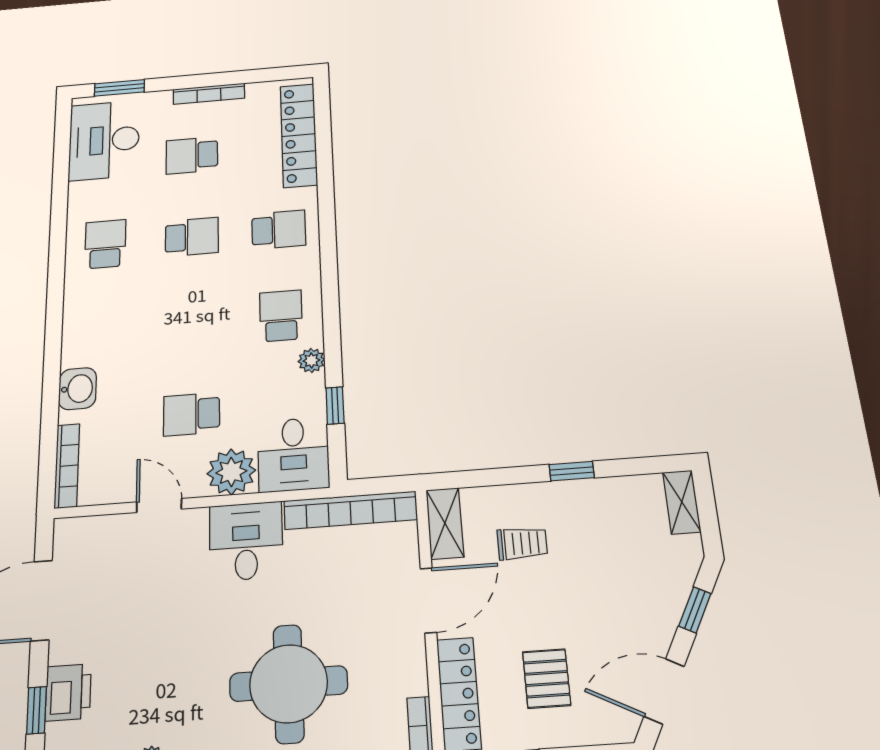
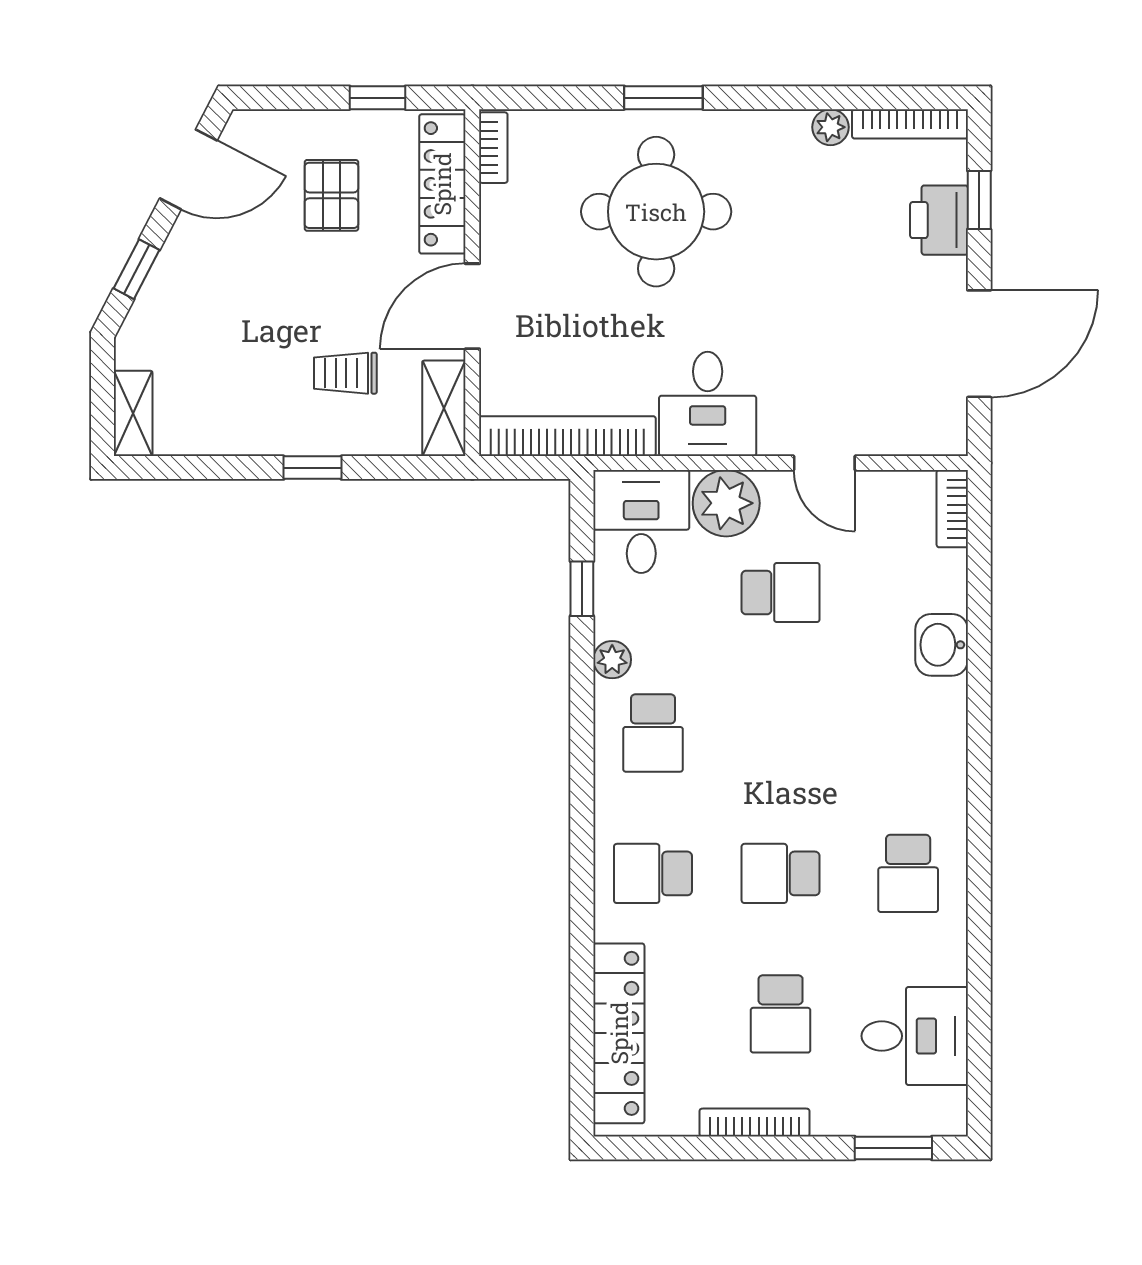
desk: (104, 140) -> (915, 1036), width x0.73
school desk: (192, 155) -> (781, 1014), turned 90
bookcase: (67, 466) -> (952, 509), width x0.64
window: (572, 471) -> (313, 468), moved

